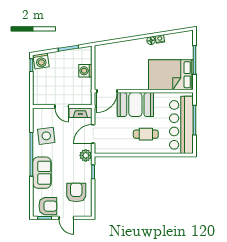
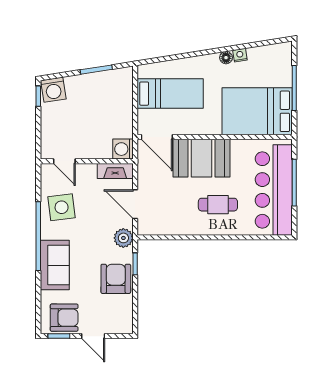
bed: (115, 63) -> (170, 94), added
washing machine: (85, 71) -> (123, 149), moved
door: (107, 91) -> (157, 137), hinge flipped
door: (62, 107) -> (64, 161), moved
door: (93, 134) -> (135, 204), hinge flipped
armchair: (76, 192) -> (116, 279), moved

